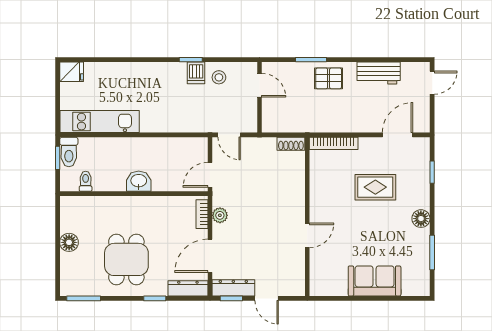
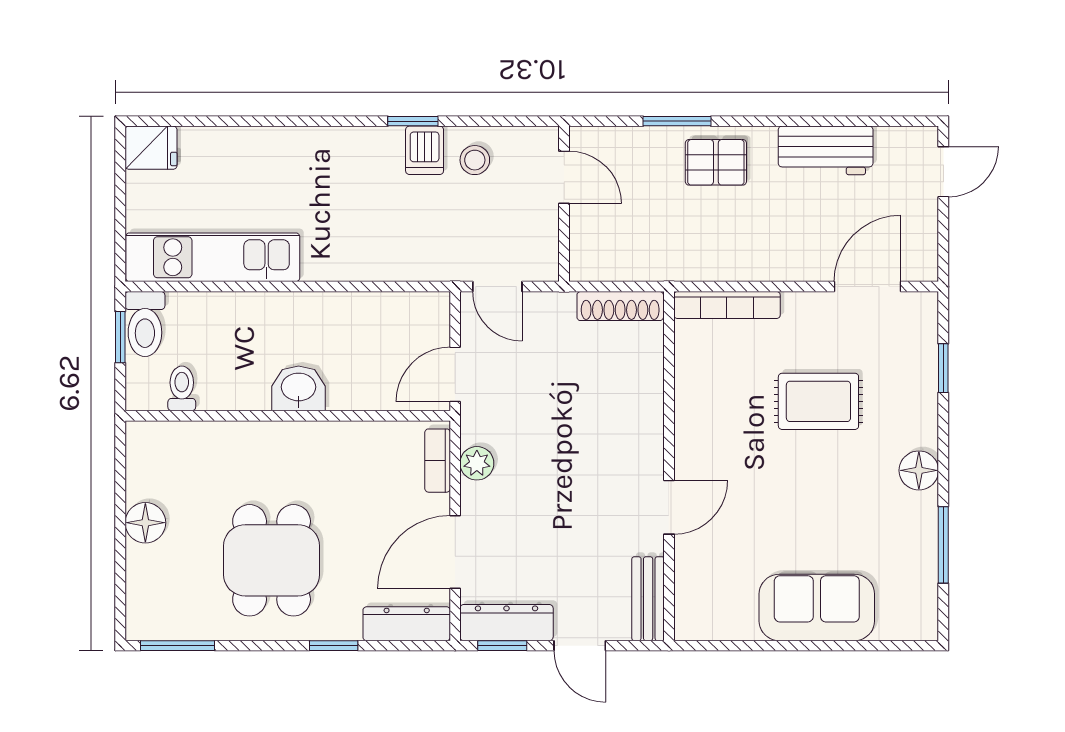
shoe rack: (291, 144) -> (620, 306), width x1.43
bench: (298, 277) -> (648, 599), added

